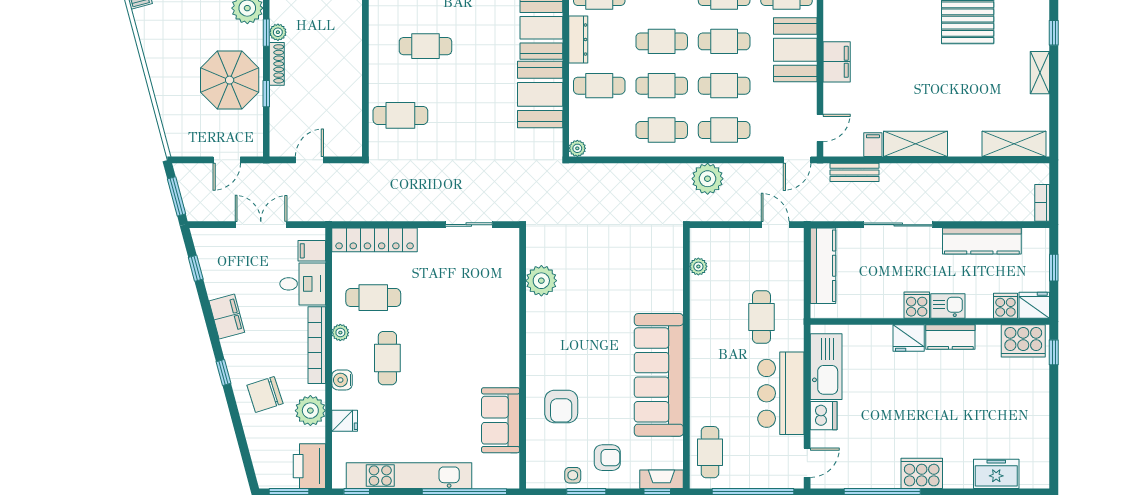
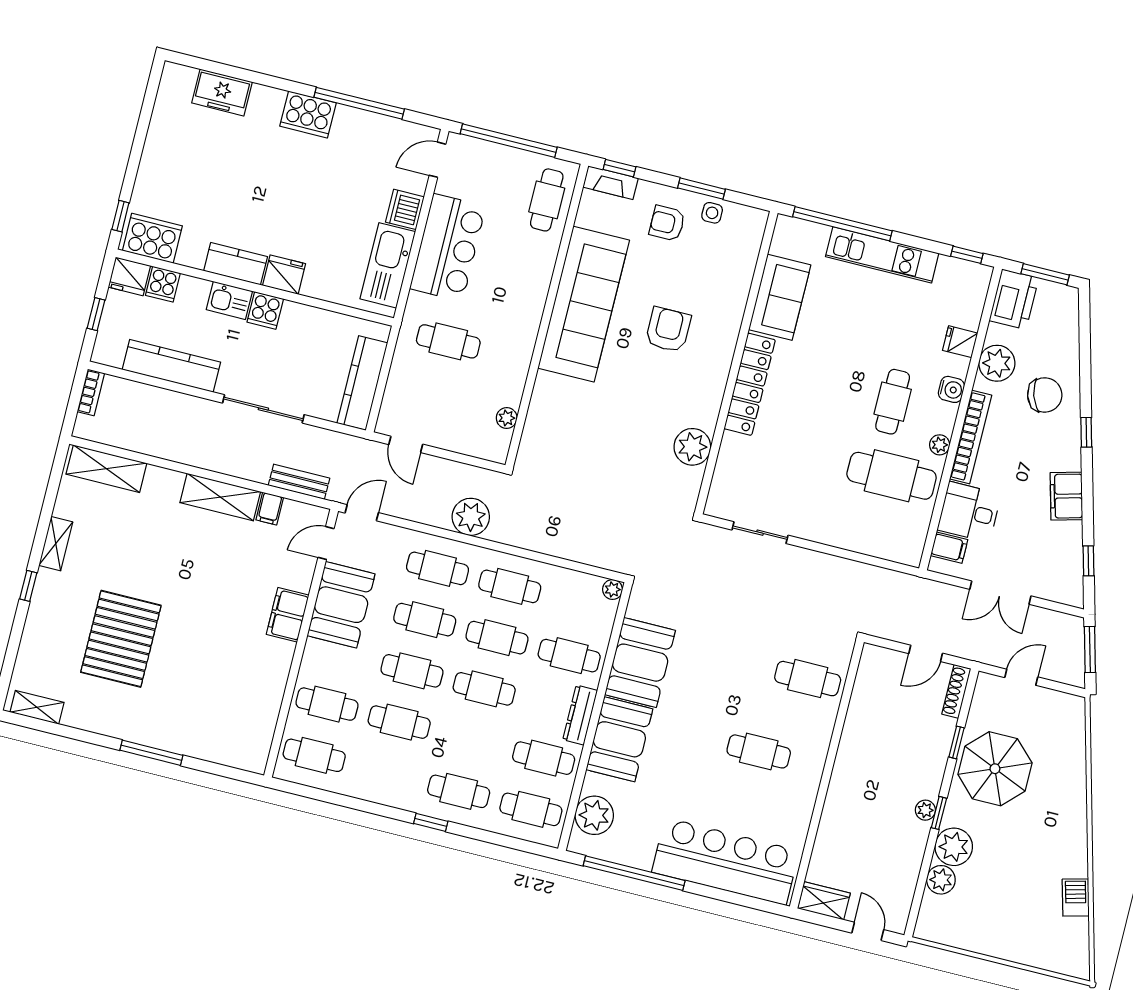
booth: (795, 50) -> (341, 605), moved
shoe rack: (277, 64) -> (956, 691), moved
locker: (375, 240) -> (750, 384), moved, turned 90
cafe table: (373, 298) -> (892, 476), width x1.37, depth x1.35
cafe table: (761, 317) -> (448, 341), turned 90
armchair: (561, 407) -> (668, 330), moved
kitchen unit: (409, 476) -> (882, 255), width x0.73

